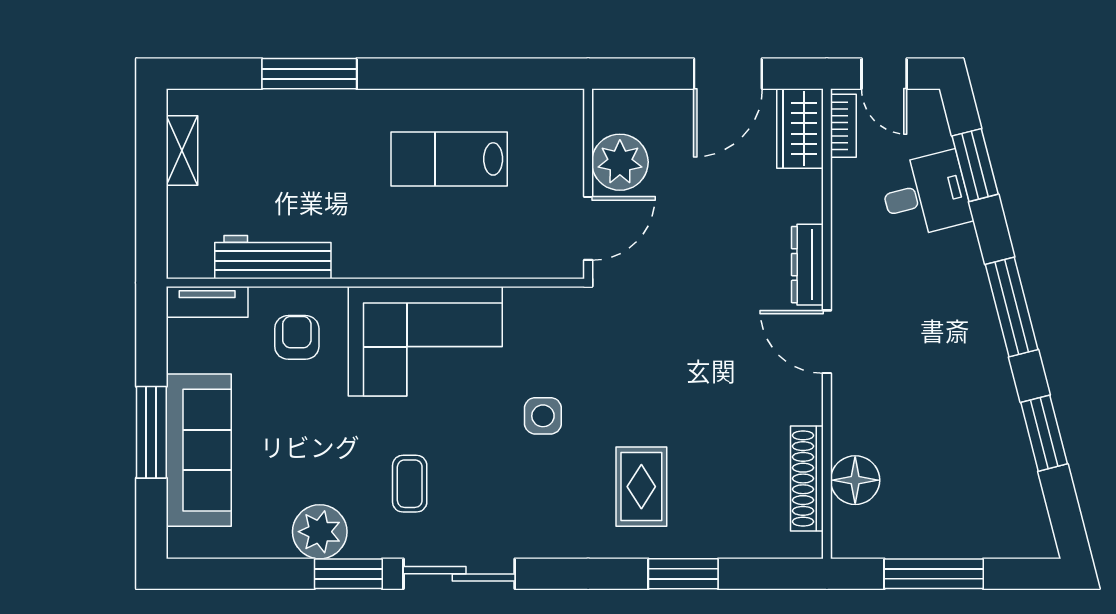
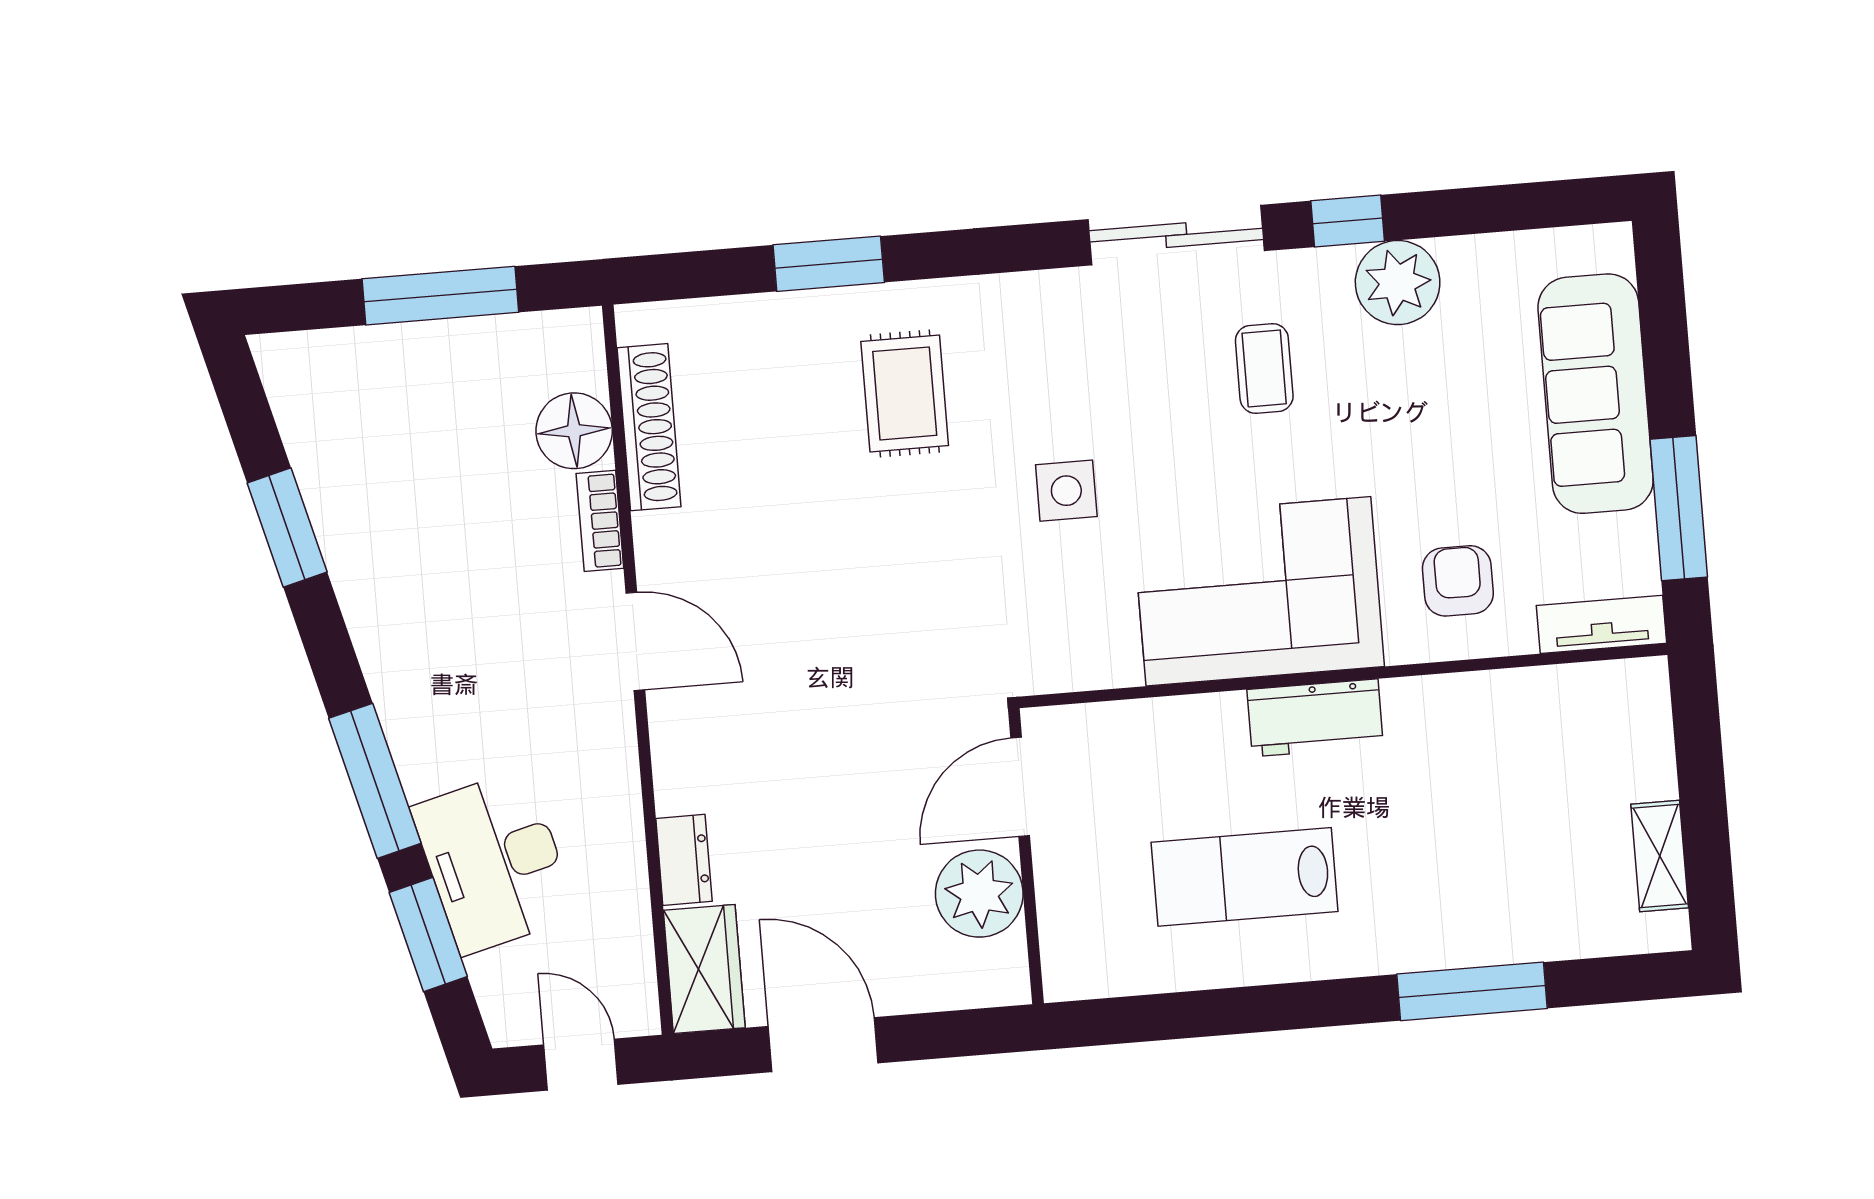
door: (728, 74) -> (823, 1045), hinge flipped
bookcase: (843, 126) -> (600, 521), moved
lab bench: (449, 159) -> (1245, 877), turned 180
desk: (926, 195) -> (494, 862), width x1.37
workbench: (273, 257) -> (1315, 718), moved, width x0.73
dresser: (807, 265) -> (684, 860), moved, width x0.70
window: (1012, 307) -> (375, 781), moved
armchair: (297, 337) -> (1458, 581), turned 180
window: (151, 432) -> (1679, 508), moved
window: (348, 574) -> (1348, 221), width x0.67

